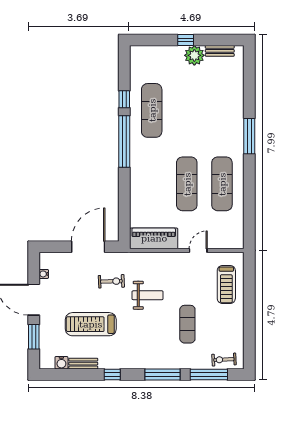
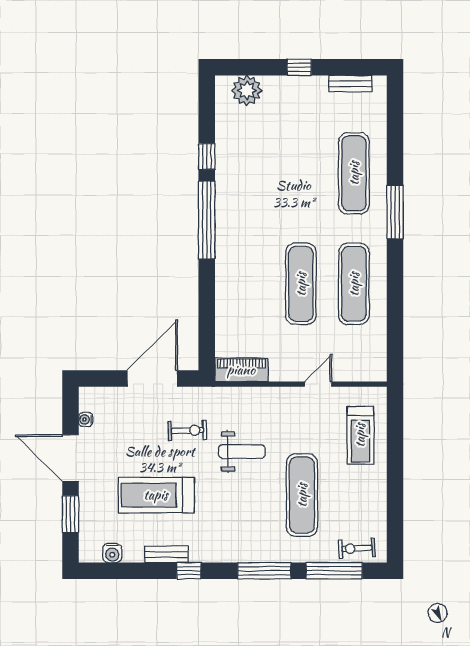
plant: (194, 55) -> (247, 90), moved
exercise mat: (152, 110) -> (354, 173), moved
piano: (154, 238) -> (241, 370), width x0.73, depth x0.75
exercise mat: (187, 324) -> (302, 495), width x1.36, depth x1.45
bench: (83, 364) -> (166, 554), moved

